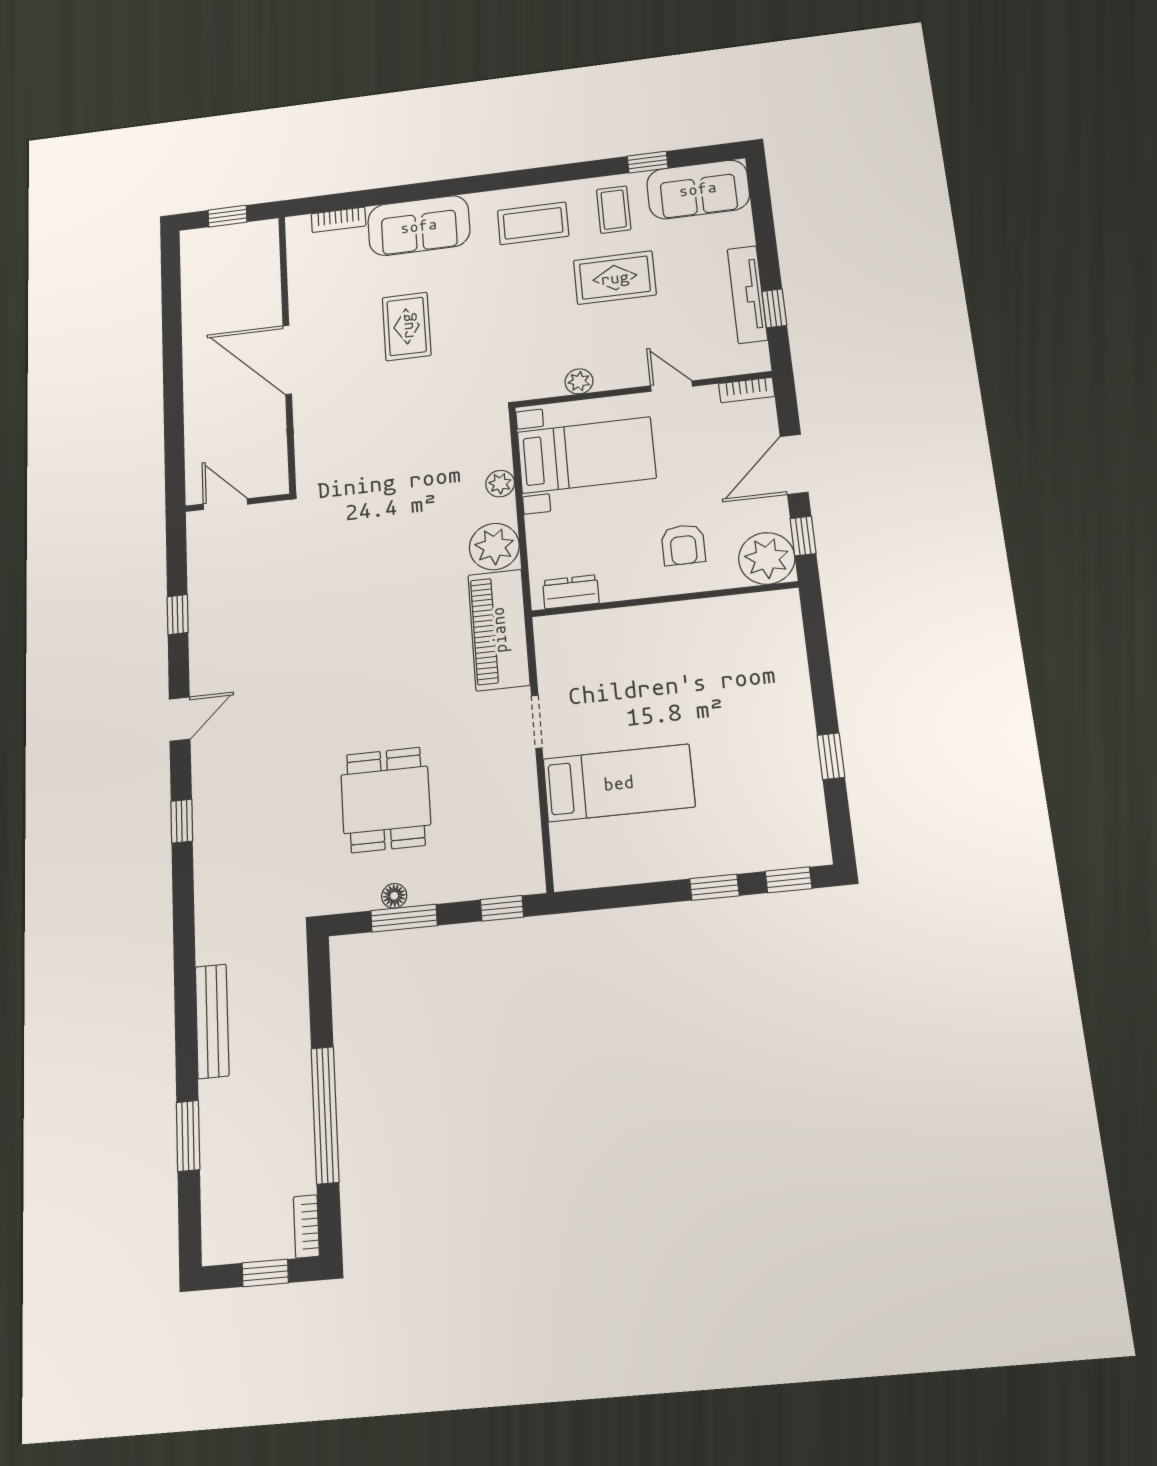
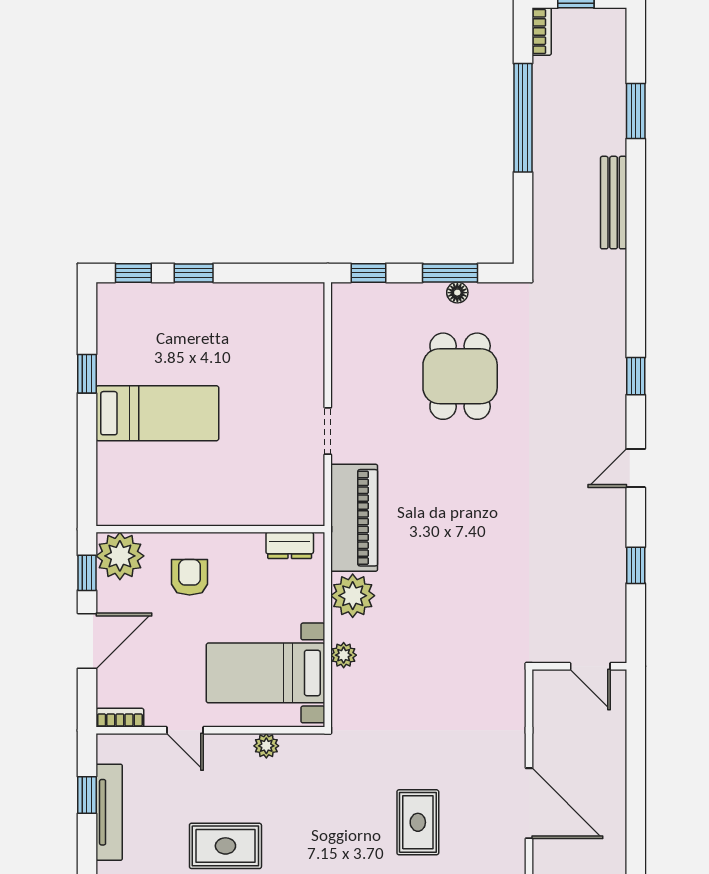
bed: (619, 783) -> (157, 413), moved, turned 180

